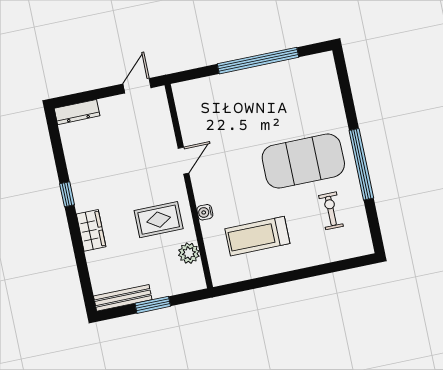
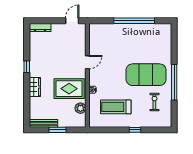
rug: (159, 220) -> (69, 89), width x1.36, depth x1.43
window: (304, 273) -> (135, 130), added

